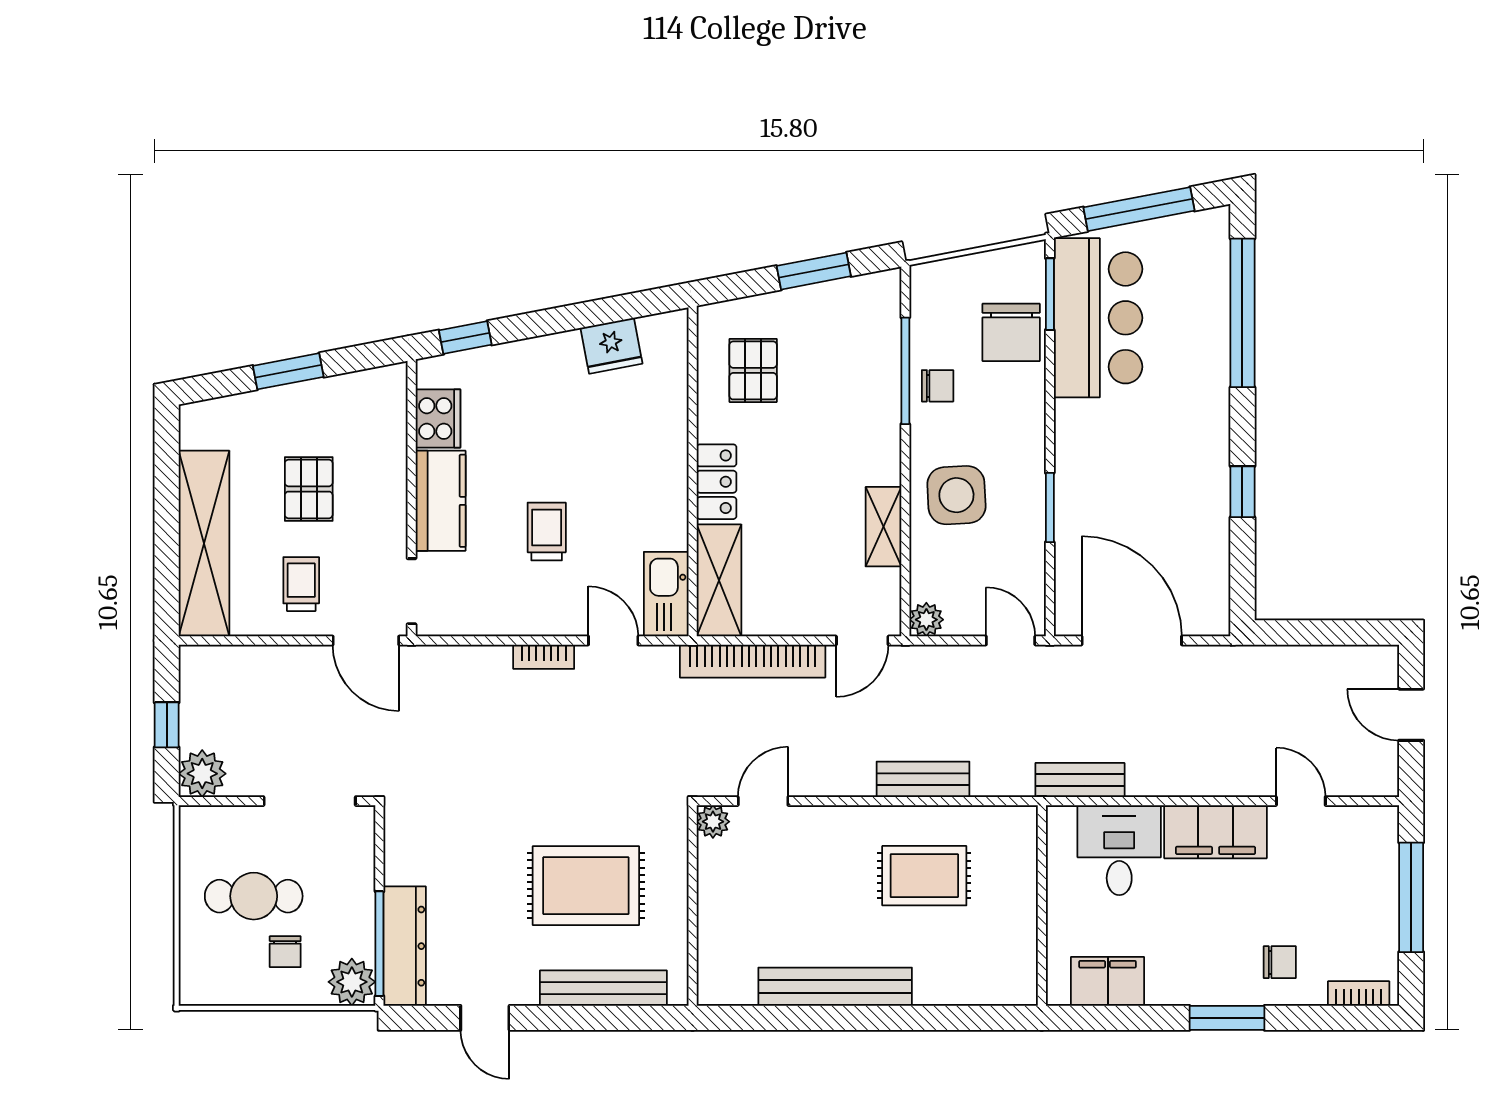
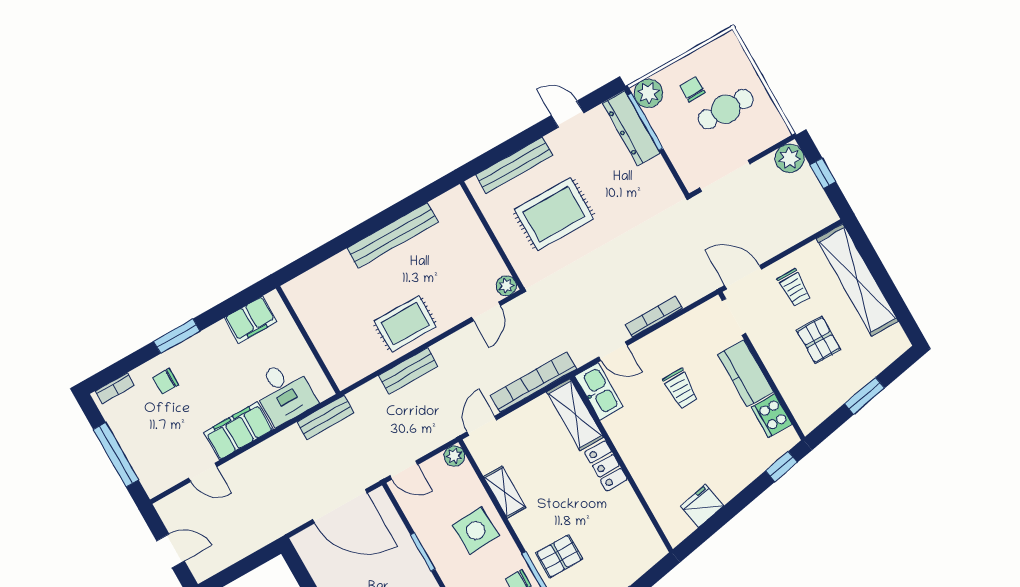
pallet: (753, 370) -> (559, 556), moved, turned 90
bookcase: (544, 657) -> (654, 317), width x1.56
rug: (924, 876) -> (405, 324), moved

